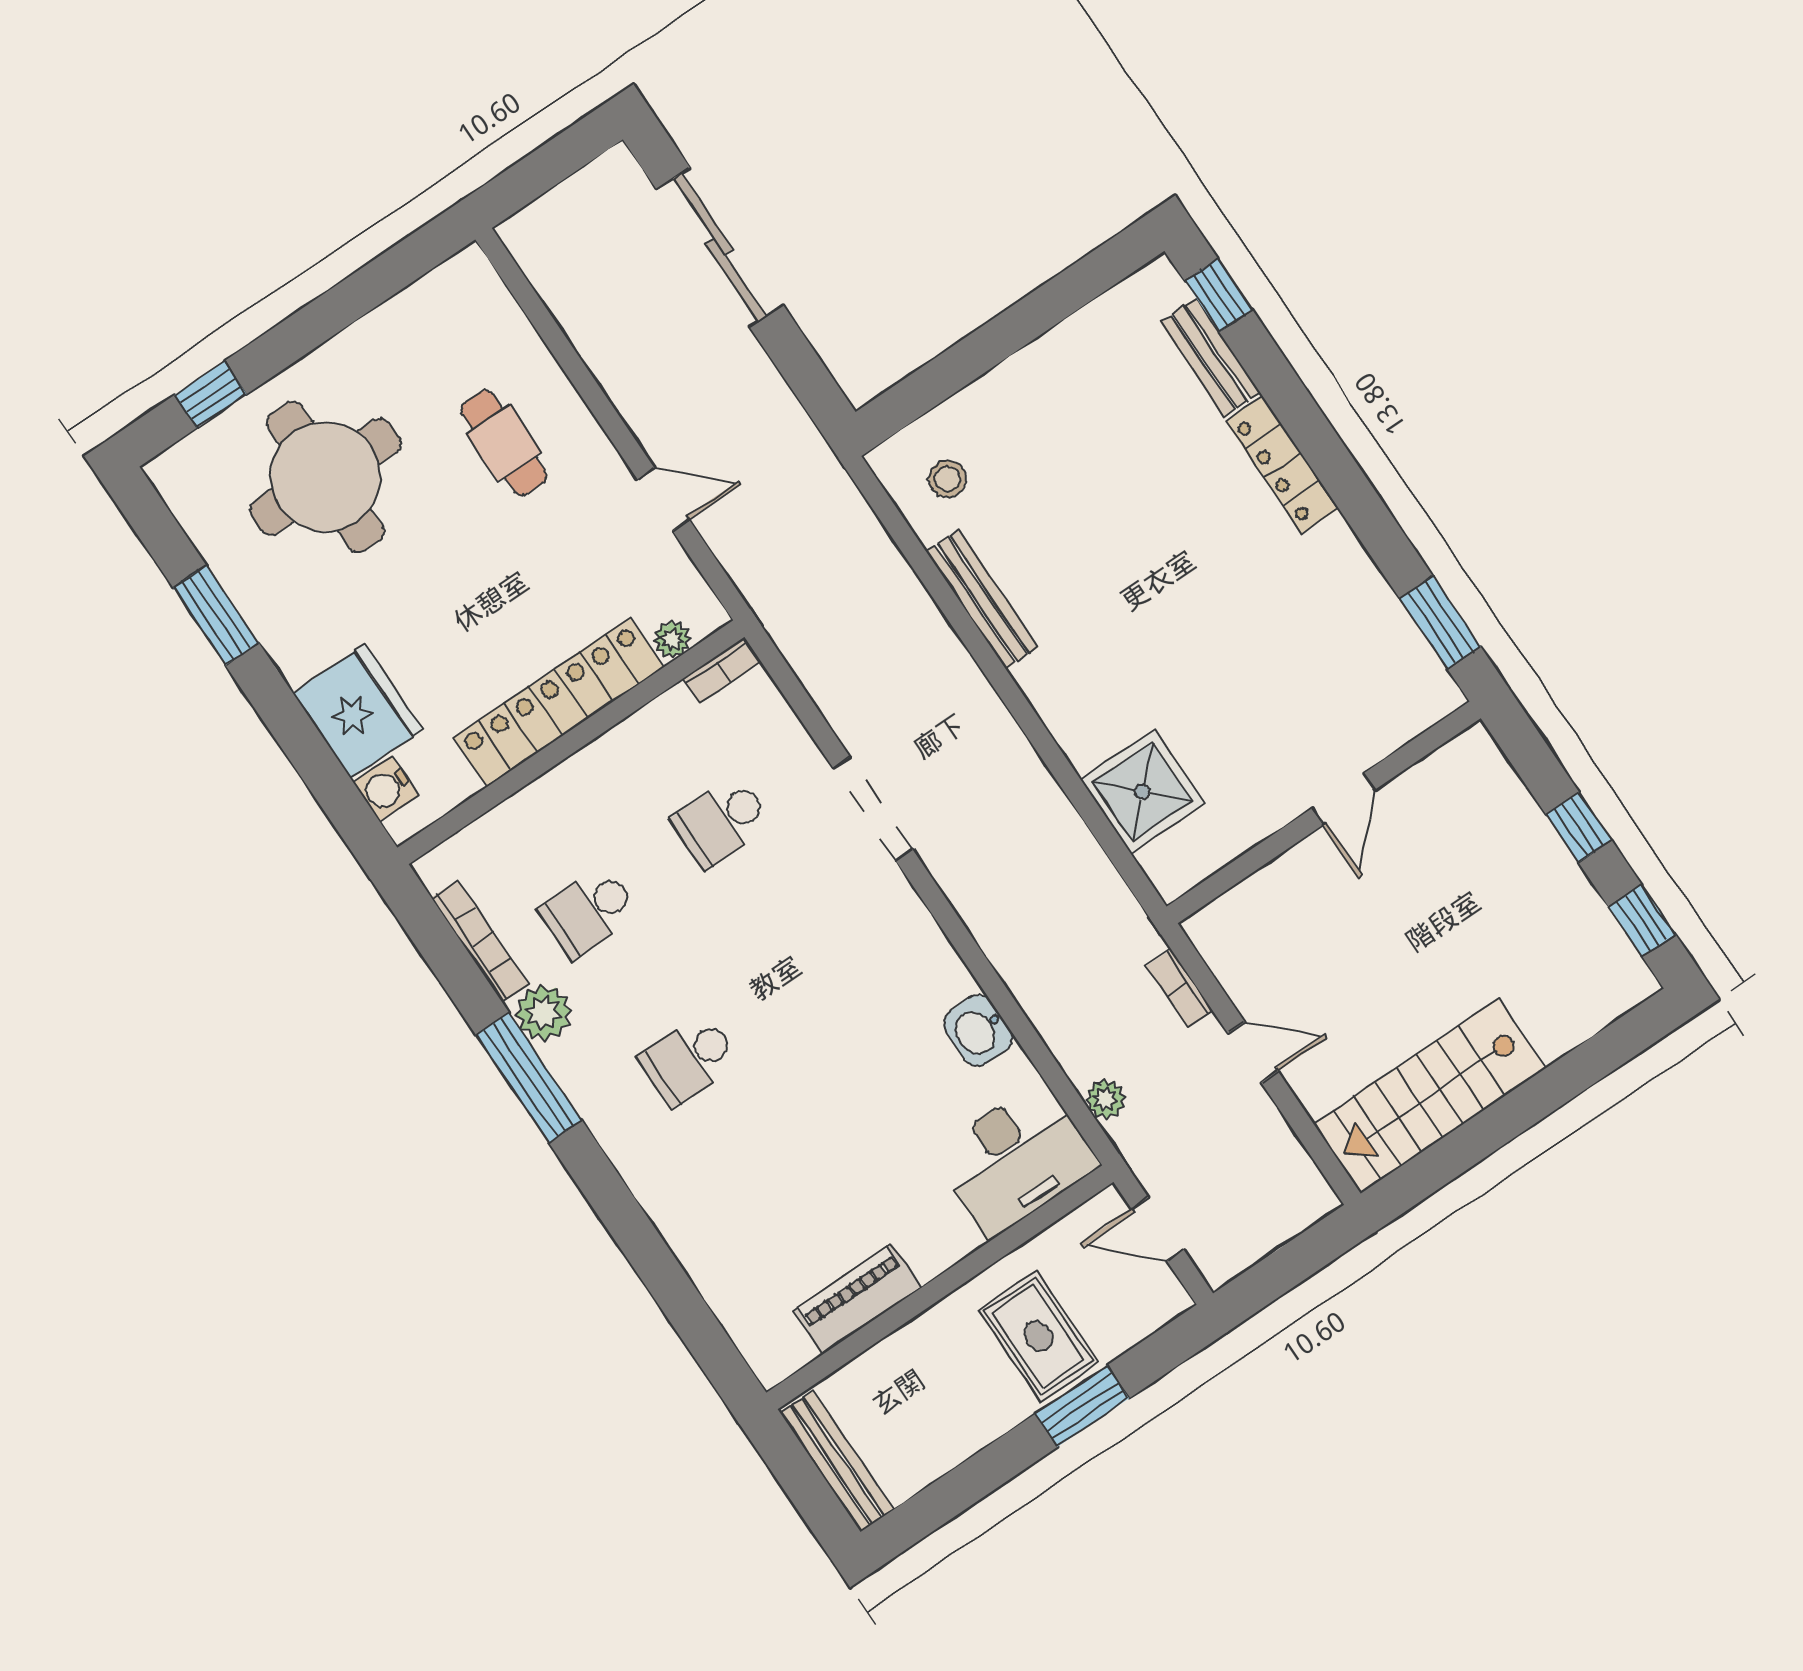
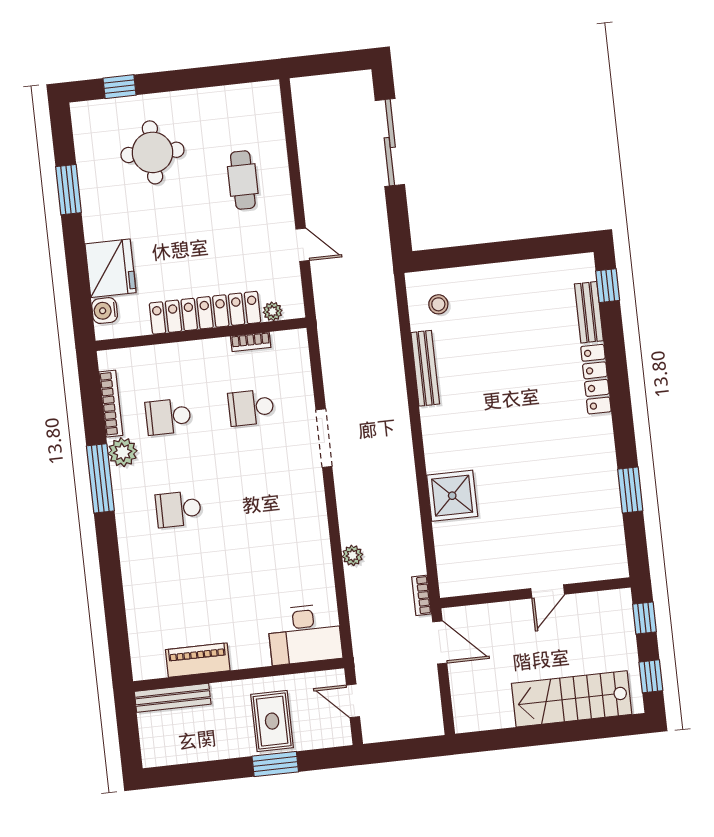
round table: (326, 477) -> (152, 152), width x0.73, depth x0.73
bookcase: (722, 670) -> (251, 342), moved
door: (1343, 799) -> (548, 591), moved
wall: (1324, 812) -> (535, 593), moved
washbasin: (978, 1031) -> (319, 566), removed
door: (1253, 1052) -> (440, 643), width x1.38
stairs: (1430, 1096) -> (572, 699), moved
plant: (1105, 1099) -> (353, 555), moved
bench: (837, 1461) -> (173, 698), moved, turned 90

